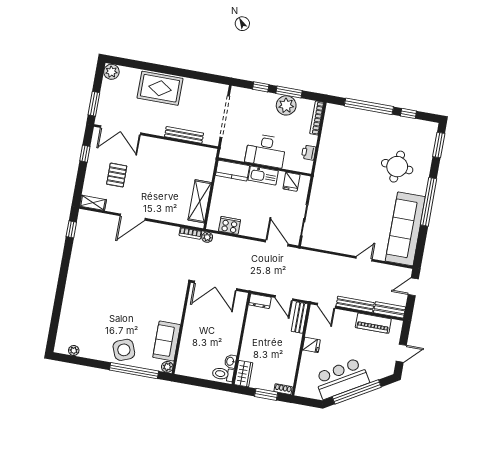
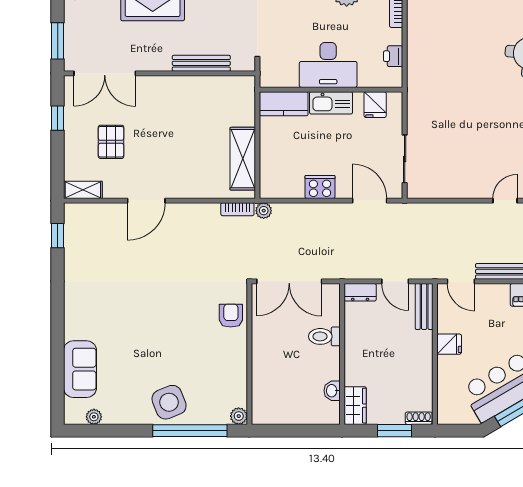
cooker: (230, 225) -> (320, 187), moved
armchair: (174, 301) -> (231, 316), added
sofa: (167, 341) -> (80, 369), moved, turned 180
toilet: (223, 374) -> (324, 336), moved

